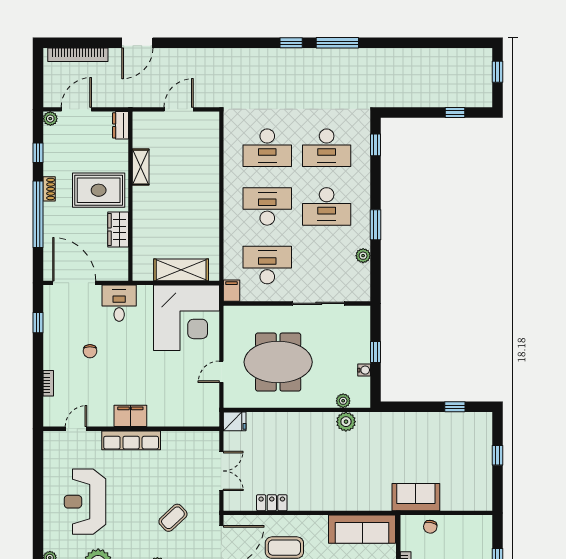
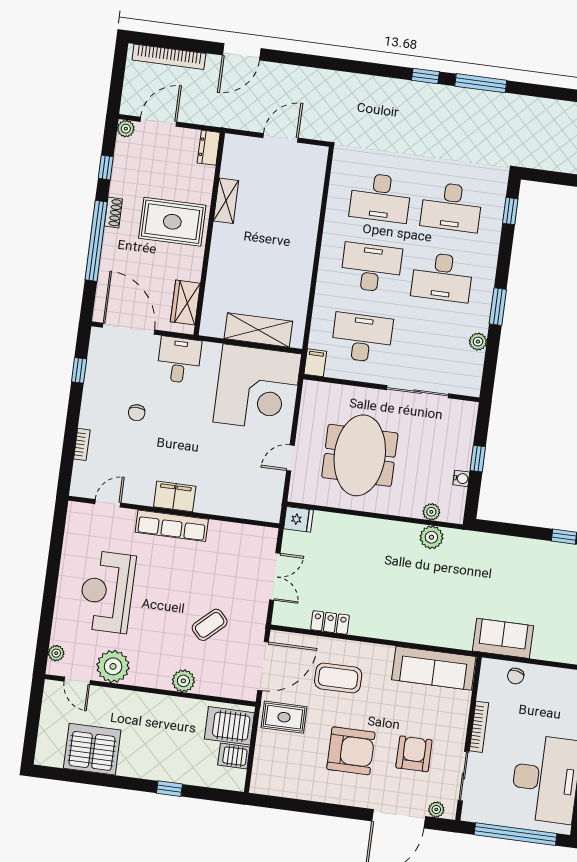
wardrobe: (118, 229) -> (185, 303), moved
meeting table: (278, 362) -> (360, 455), turned 90

